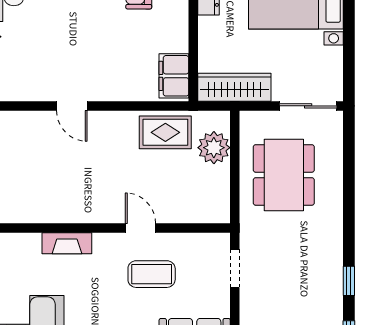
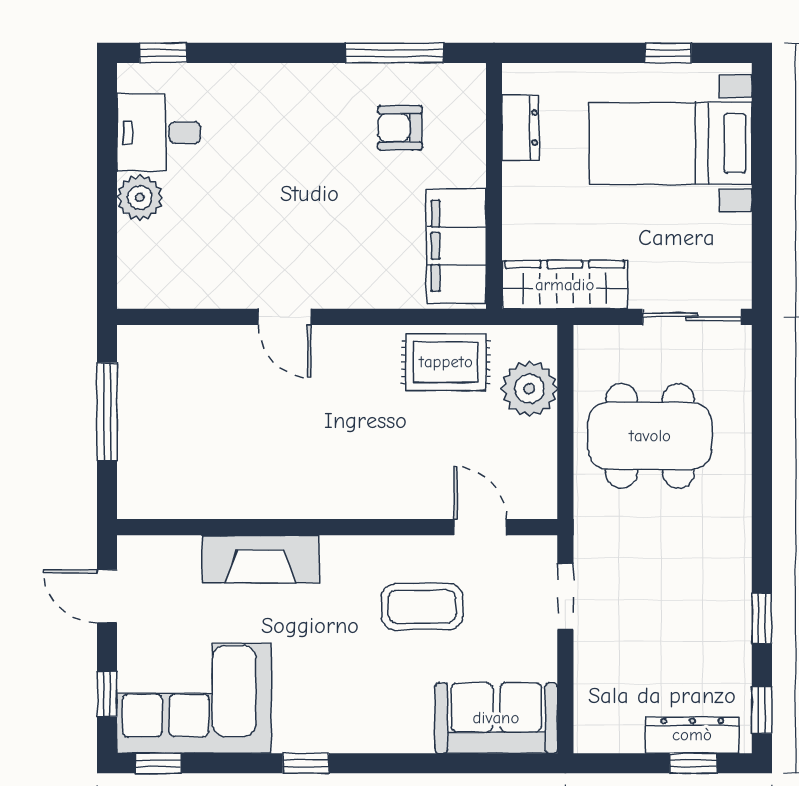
filing cabinet: (174, 76) -> (456, 246), width x1.50, depth x1.17
dining table: (284, 175) -> (650, 436), turned 90
door: (140, 228) -> (480, 527), moved
fireplace: (67, 243) -> (260, 559), width x1.37, depth x1.32

